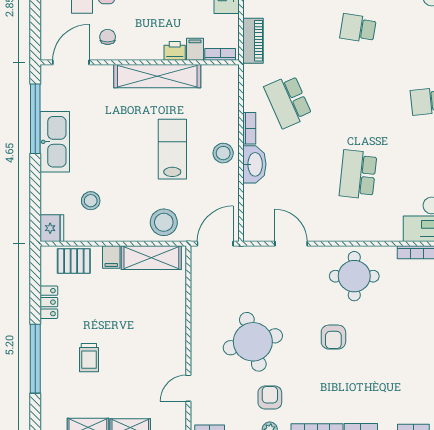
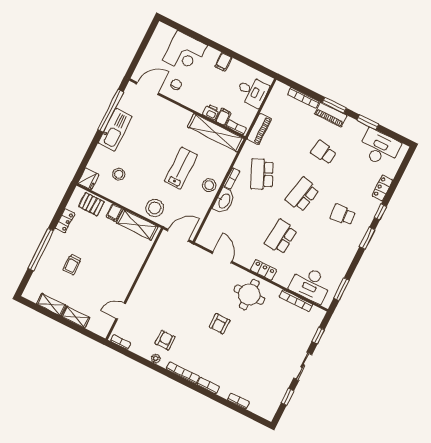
shelving: (157, 76) -> (216, 133), moved
school desk: (358, 101) -> (302, 195), added
locker: (357, 232) -> (264, 270), added
round table: (253, 342) -> (171, 303), removed

